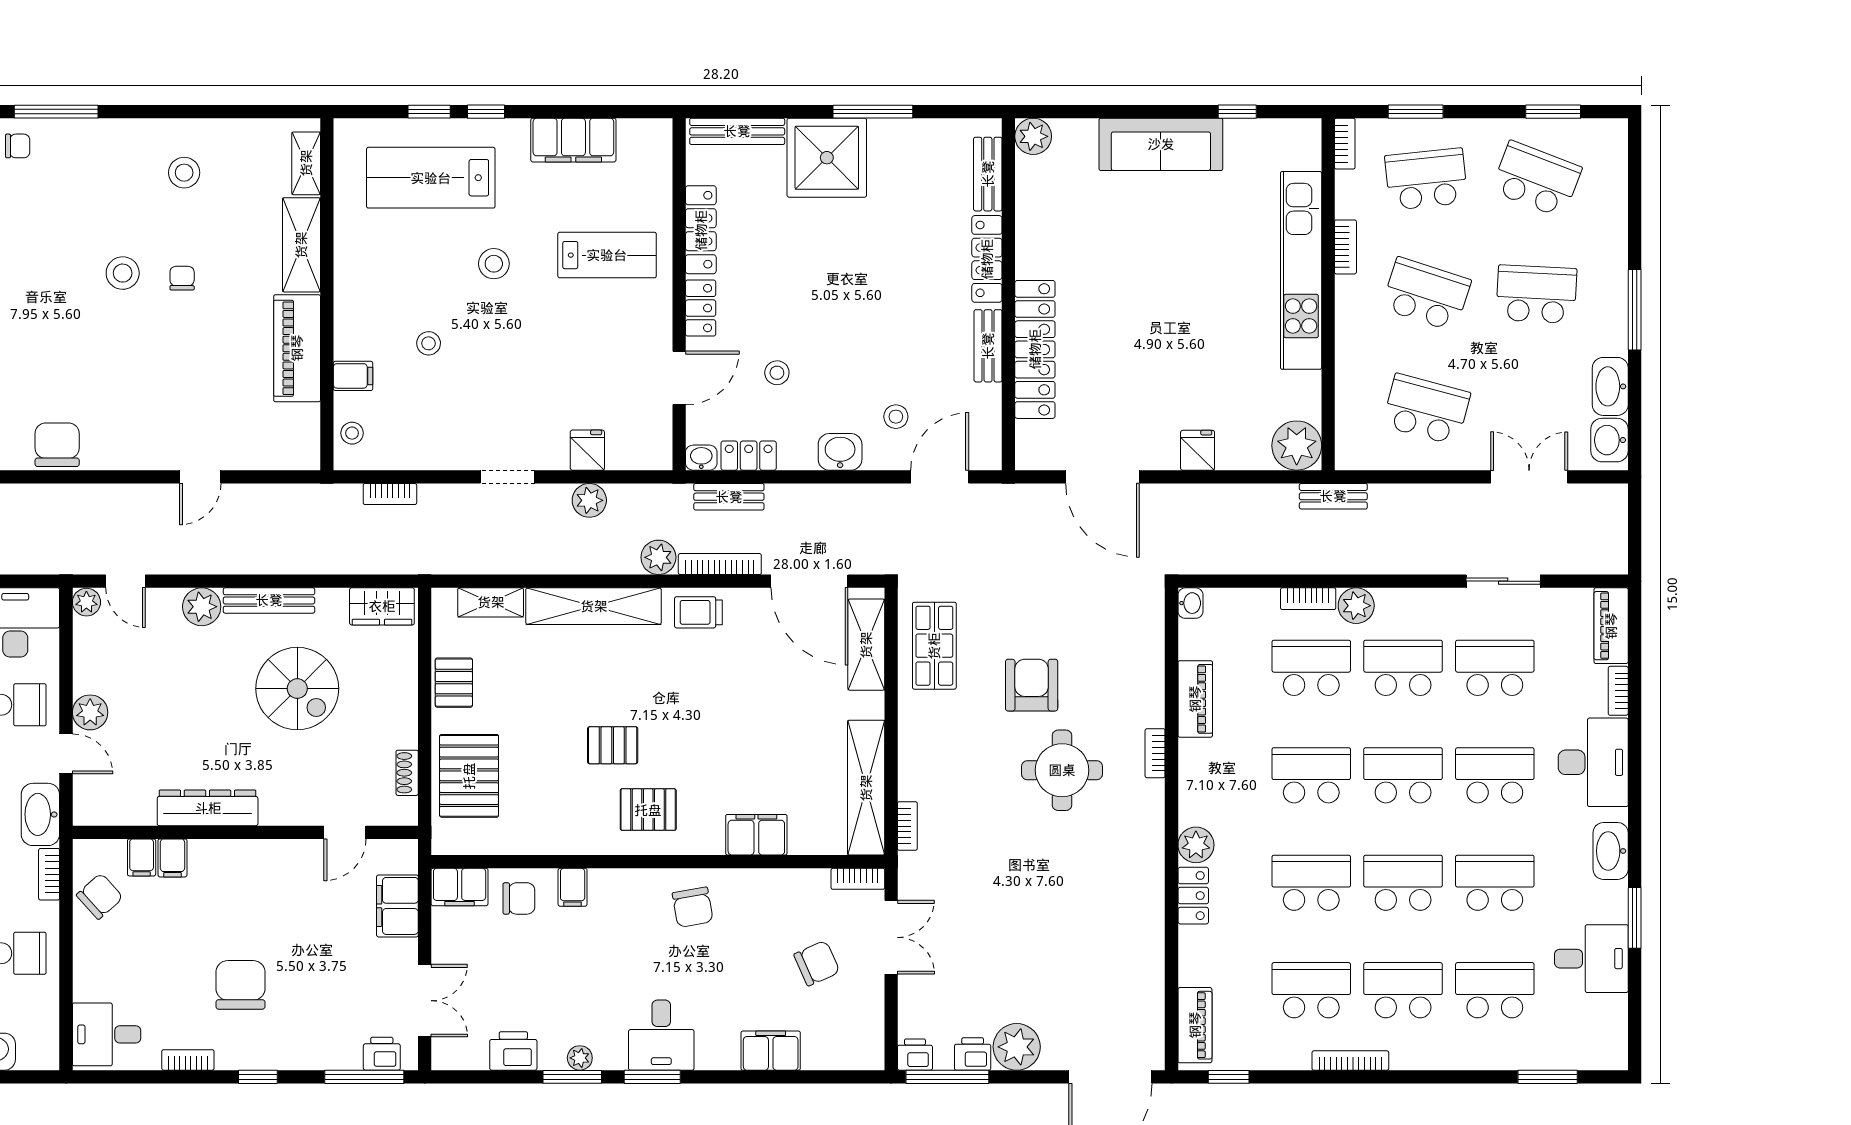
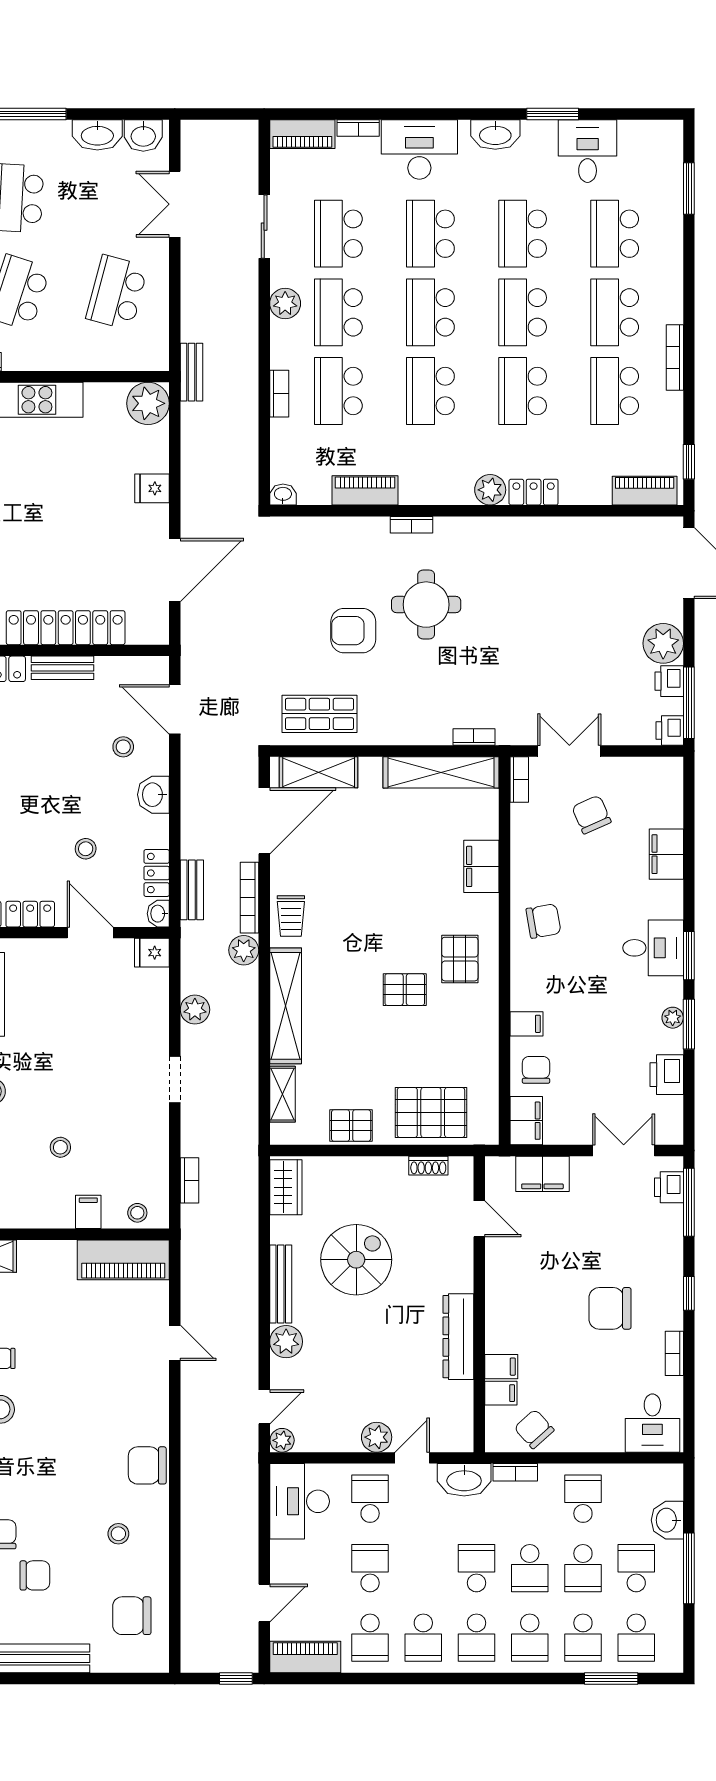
piano: (297, 348) -> (123, 1260), moved
fridge: (587, 450) -> (152, 953), moved
plant: (1356, 606) -> (285, 303), moved
pallet: (613, 745) -> (405, 990), turned 90

